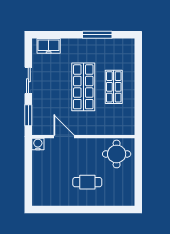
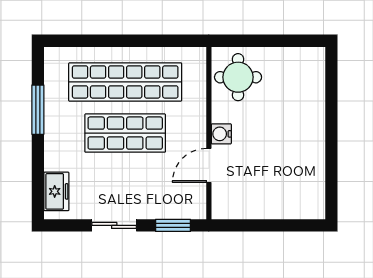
shop shelf: (114, 87) -> (125, 82), width x2.00, depth x1.36
water cooler: (38, 144) -> (221, 134), moved
cafe table: (87, 182) -> (285, 126), removed

